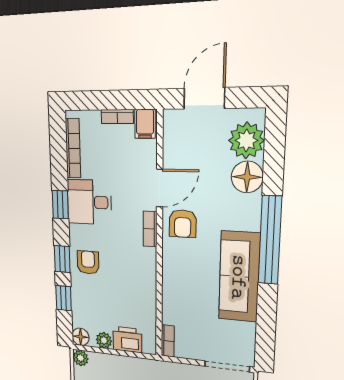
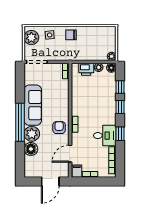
plant: (246, 140) -> (32, 134), moved
door: (160, 188) -> (70, 154), moved
armchair: (88, 262) -> (106, 106), removed

